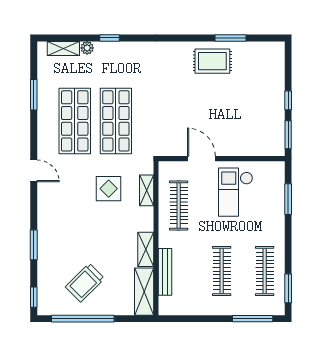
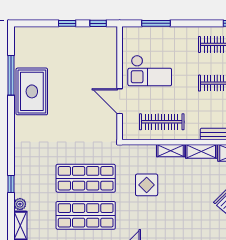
window: (230, 38) -> (11, 75), width x1.44
rug: (212, 61) -> (32, 91), width x1.36, depth x1.43
window: (288, 135) -> (98, 23), width x0.67
door: (201, 159) -> (120, 101), hinge flipped
shelving: (147, 190) -> (171, 151), moved

